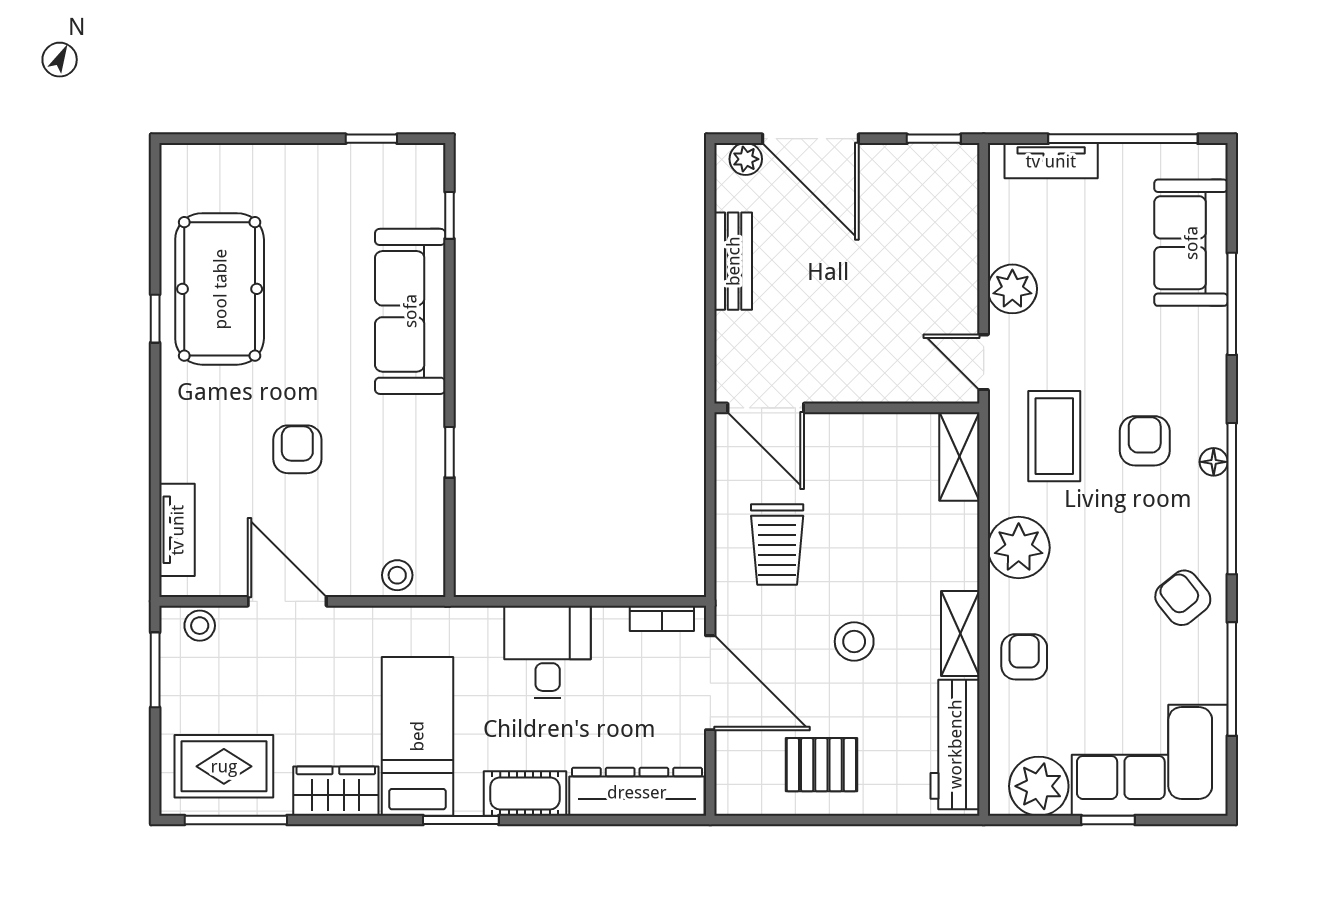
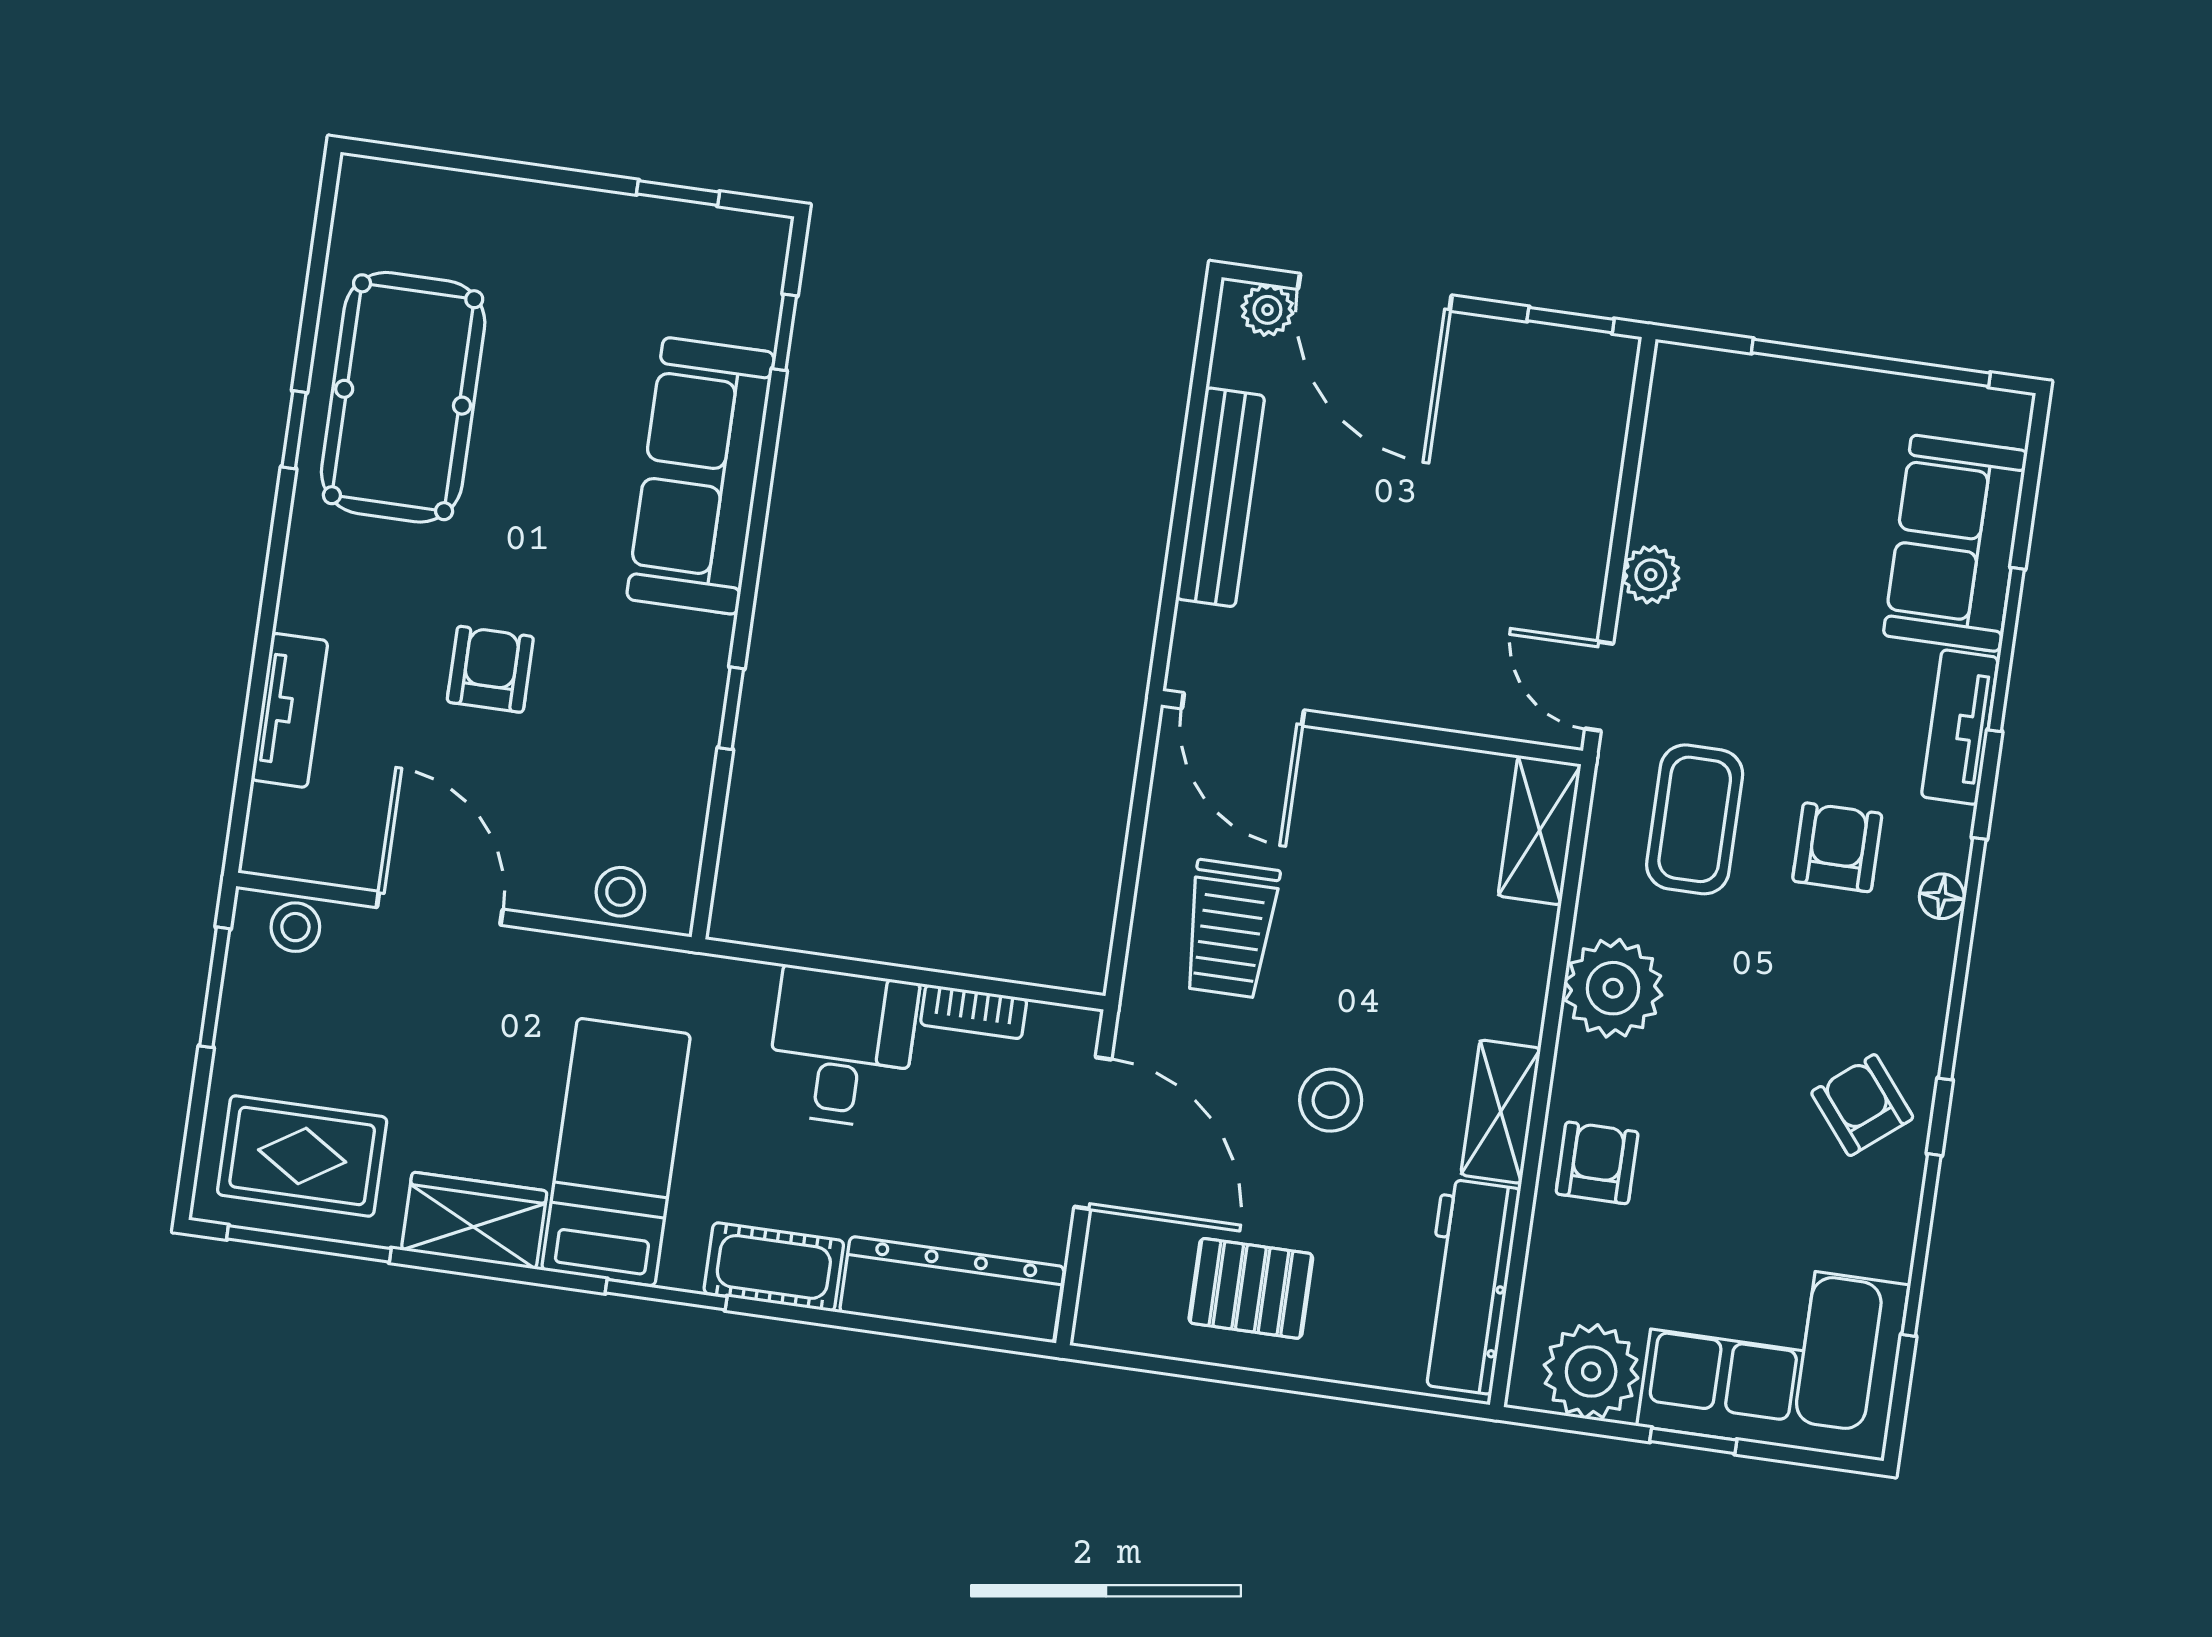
tv unit: (1051, 161) -> (1960, 727), moved, turned 90
bench: (733, 261) -> (1220, 497), width x1.36
plant: (1012, 289) -> (1651, 575), width x0.73, depth x0.73
tv unit: (177, 530) -> (290, 710), moved
bookcase: (662, 618) -> (974, 1012), moved

